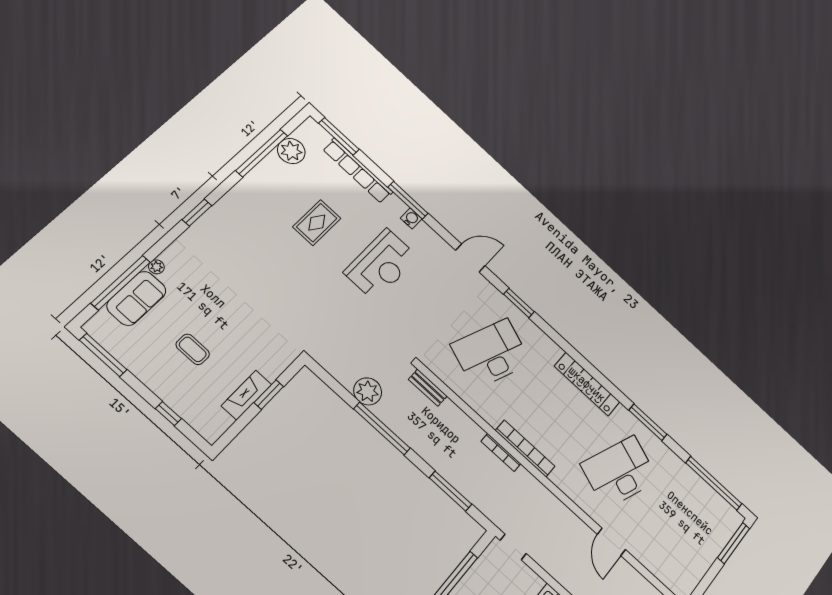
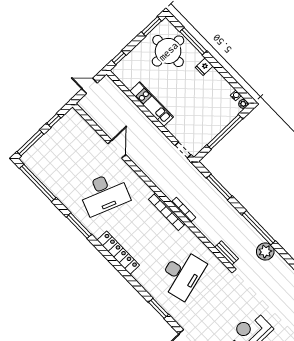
desk: (491, 354) -> (182, 274), turned -36
window: (707, 580) -> (54, 121), added

